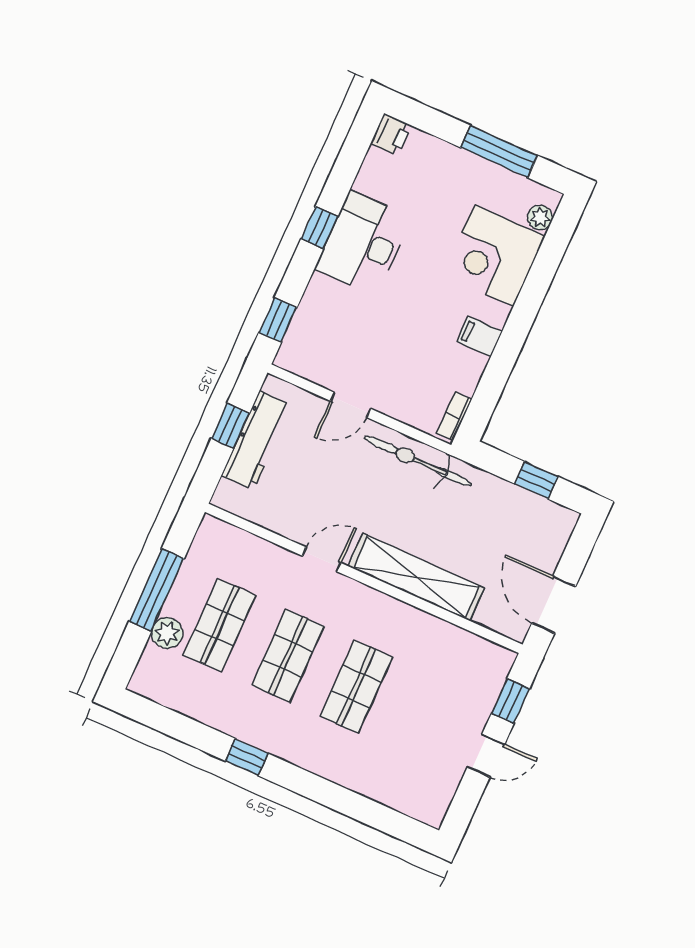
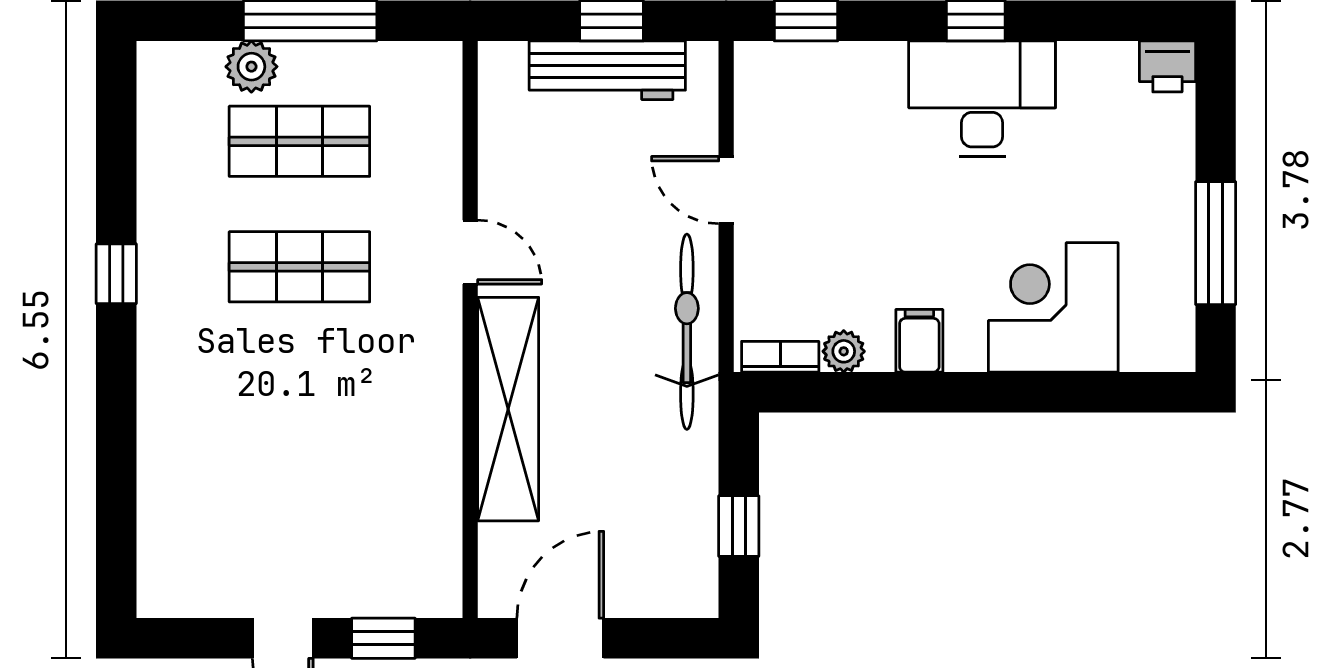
plant: (540, 218) -> (844, 351), moved
shop shelf: (356, 686) -> (299, 392), removed

